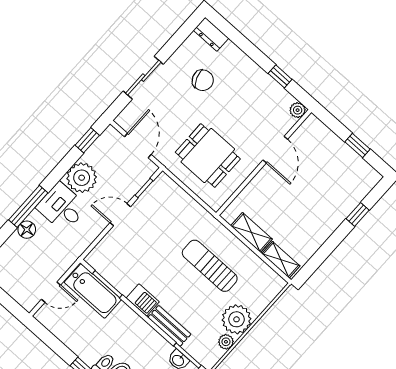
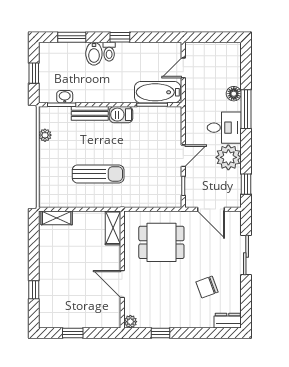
shelving: (251, 232) -> (113, 228), moved, turned 90
plant: (237, 319) -> (51, 155), removed

